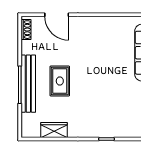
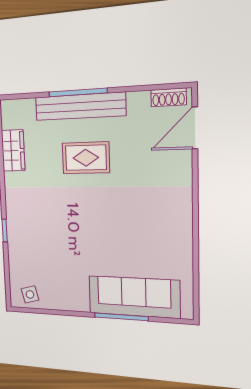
door: (57, 15) -> (195, 128), moved

